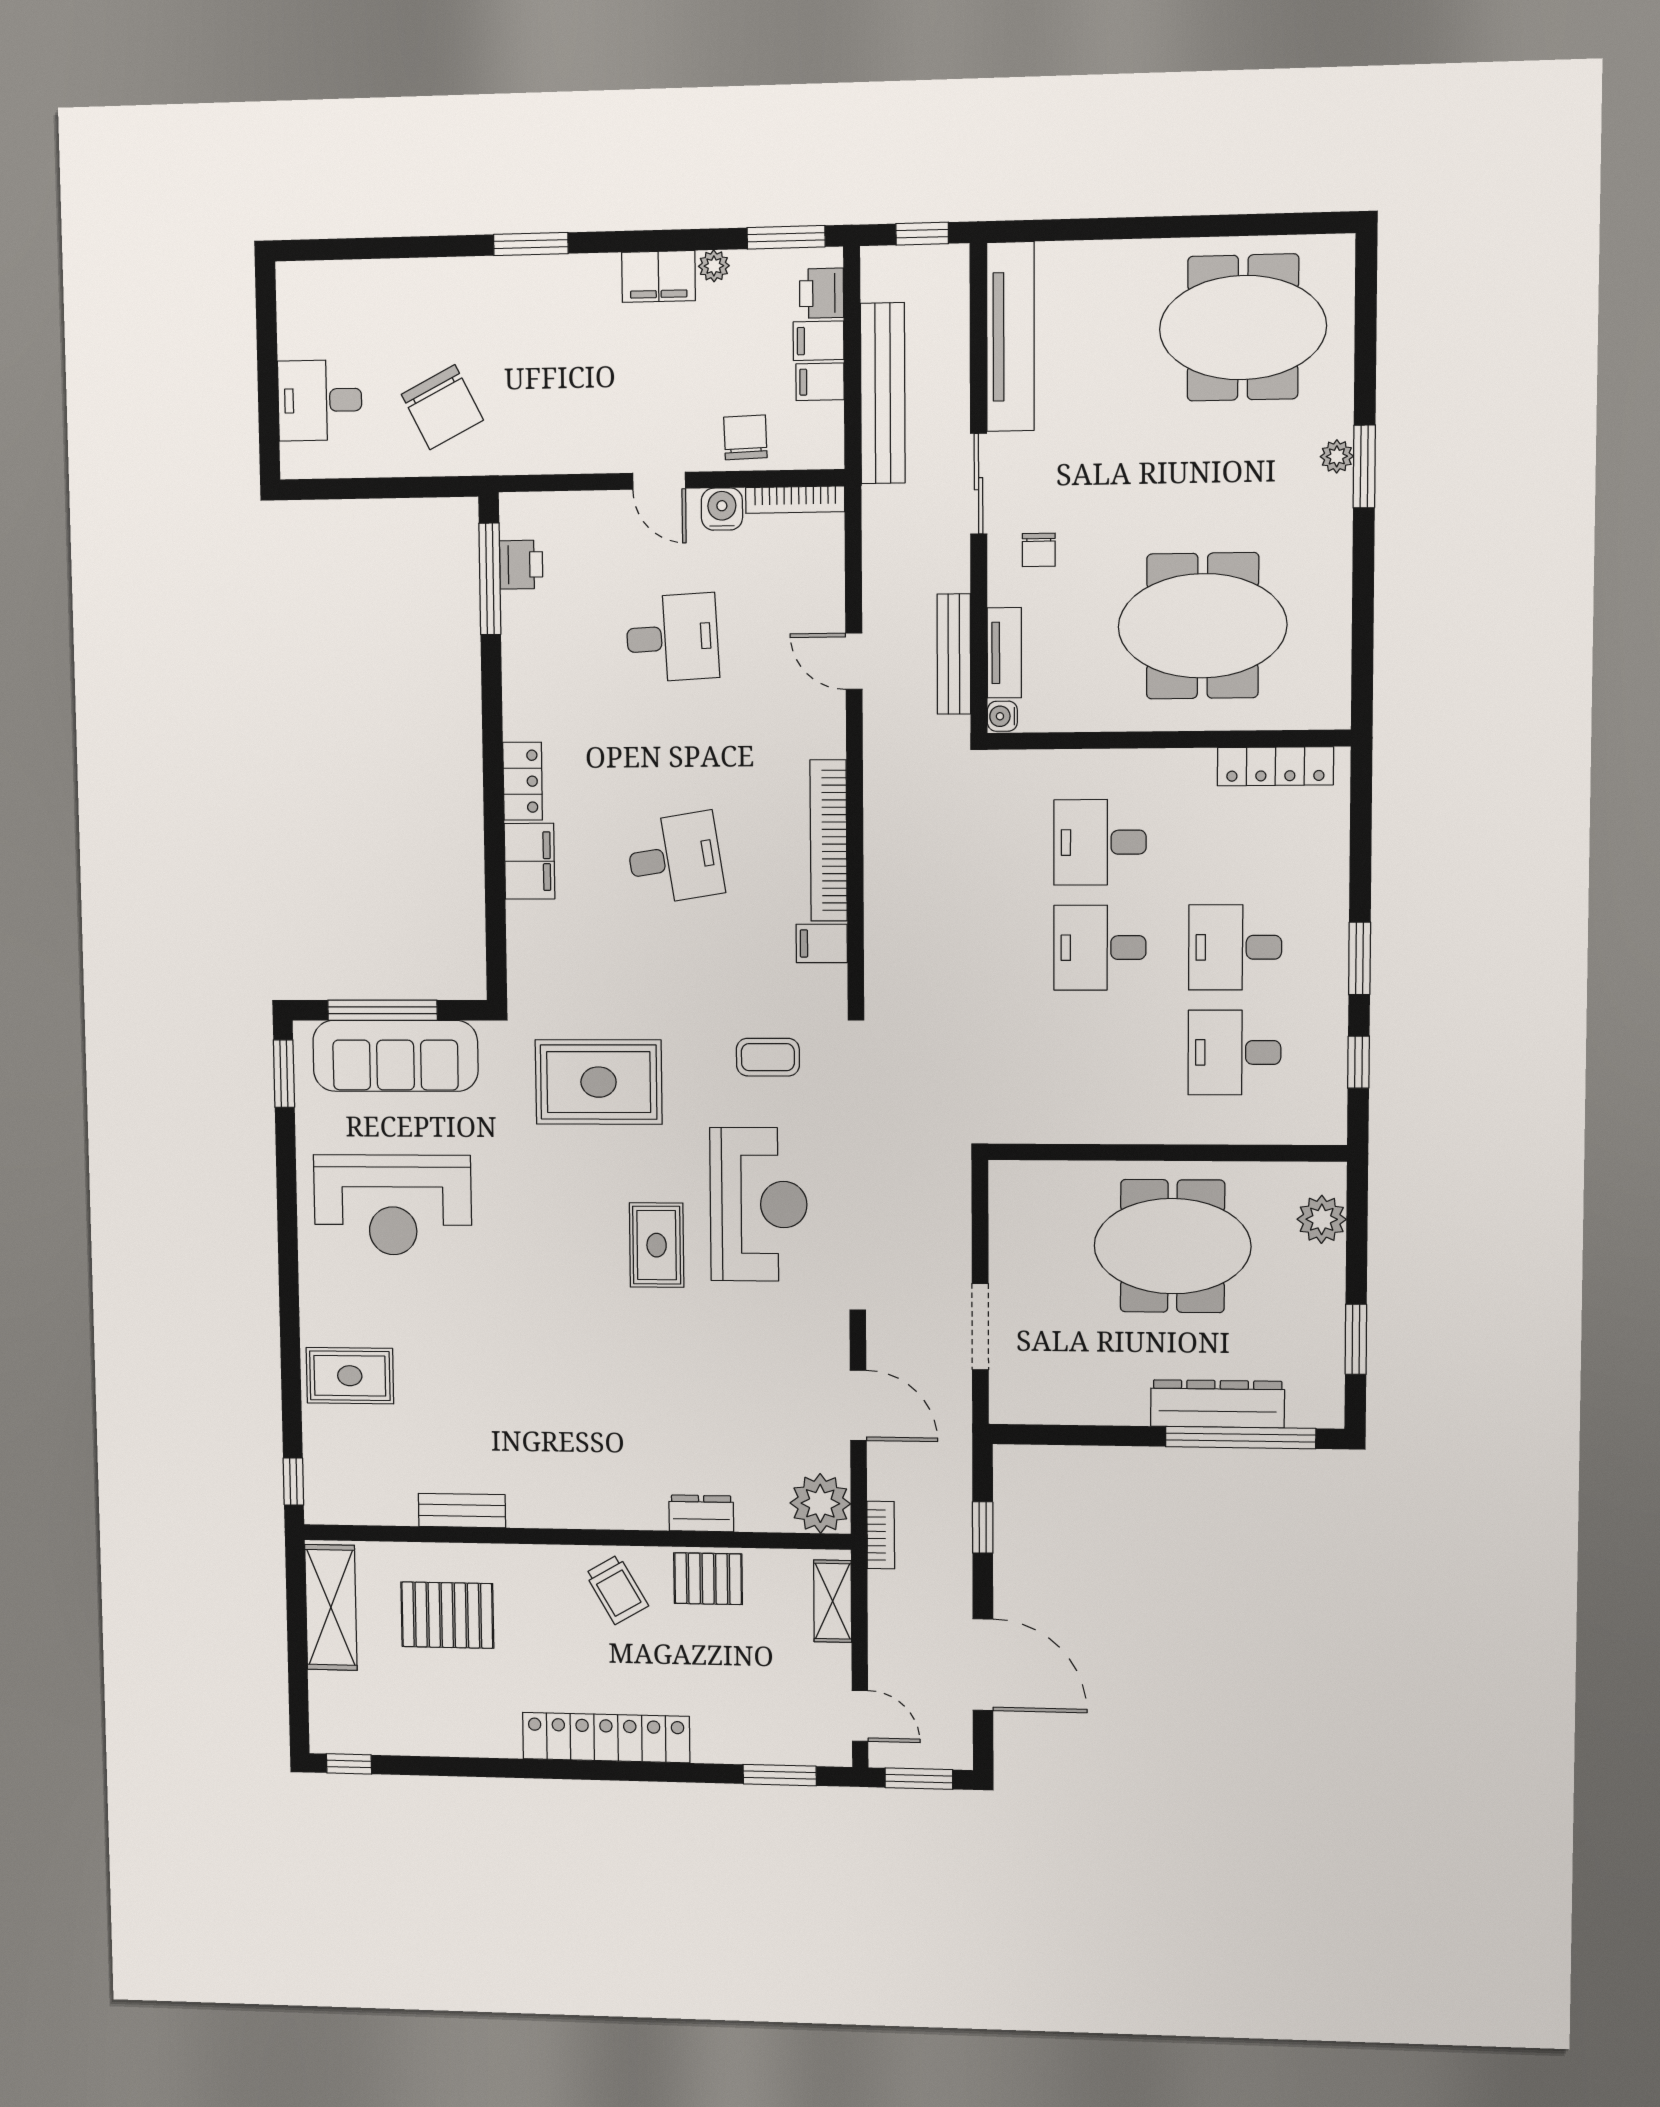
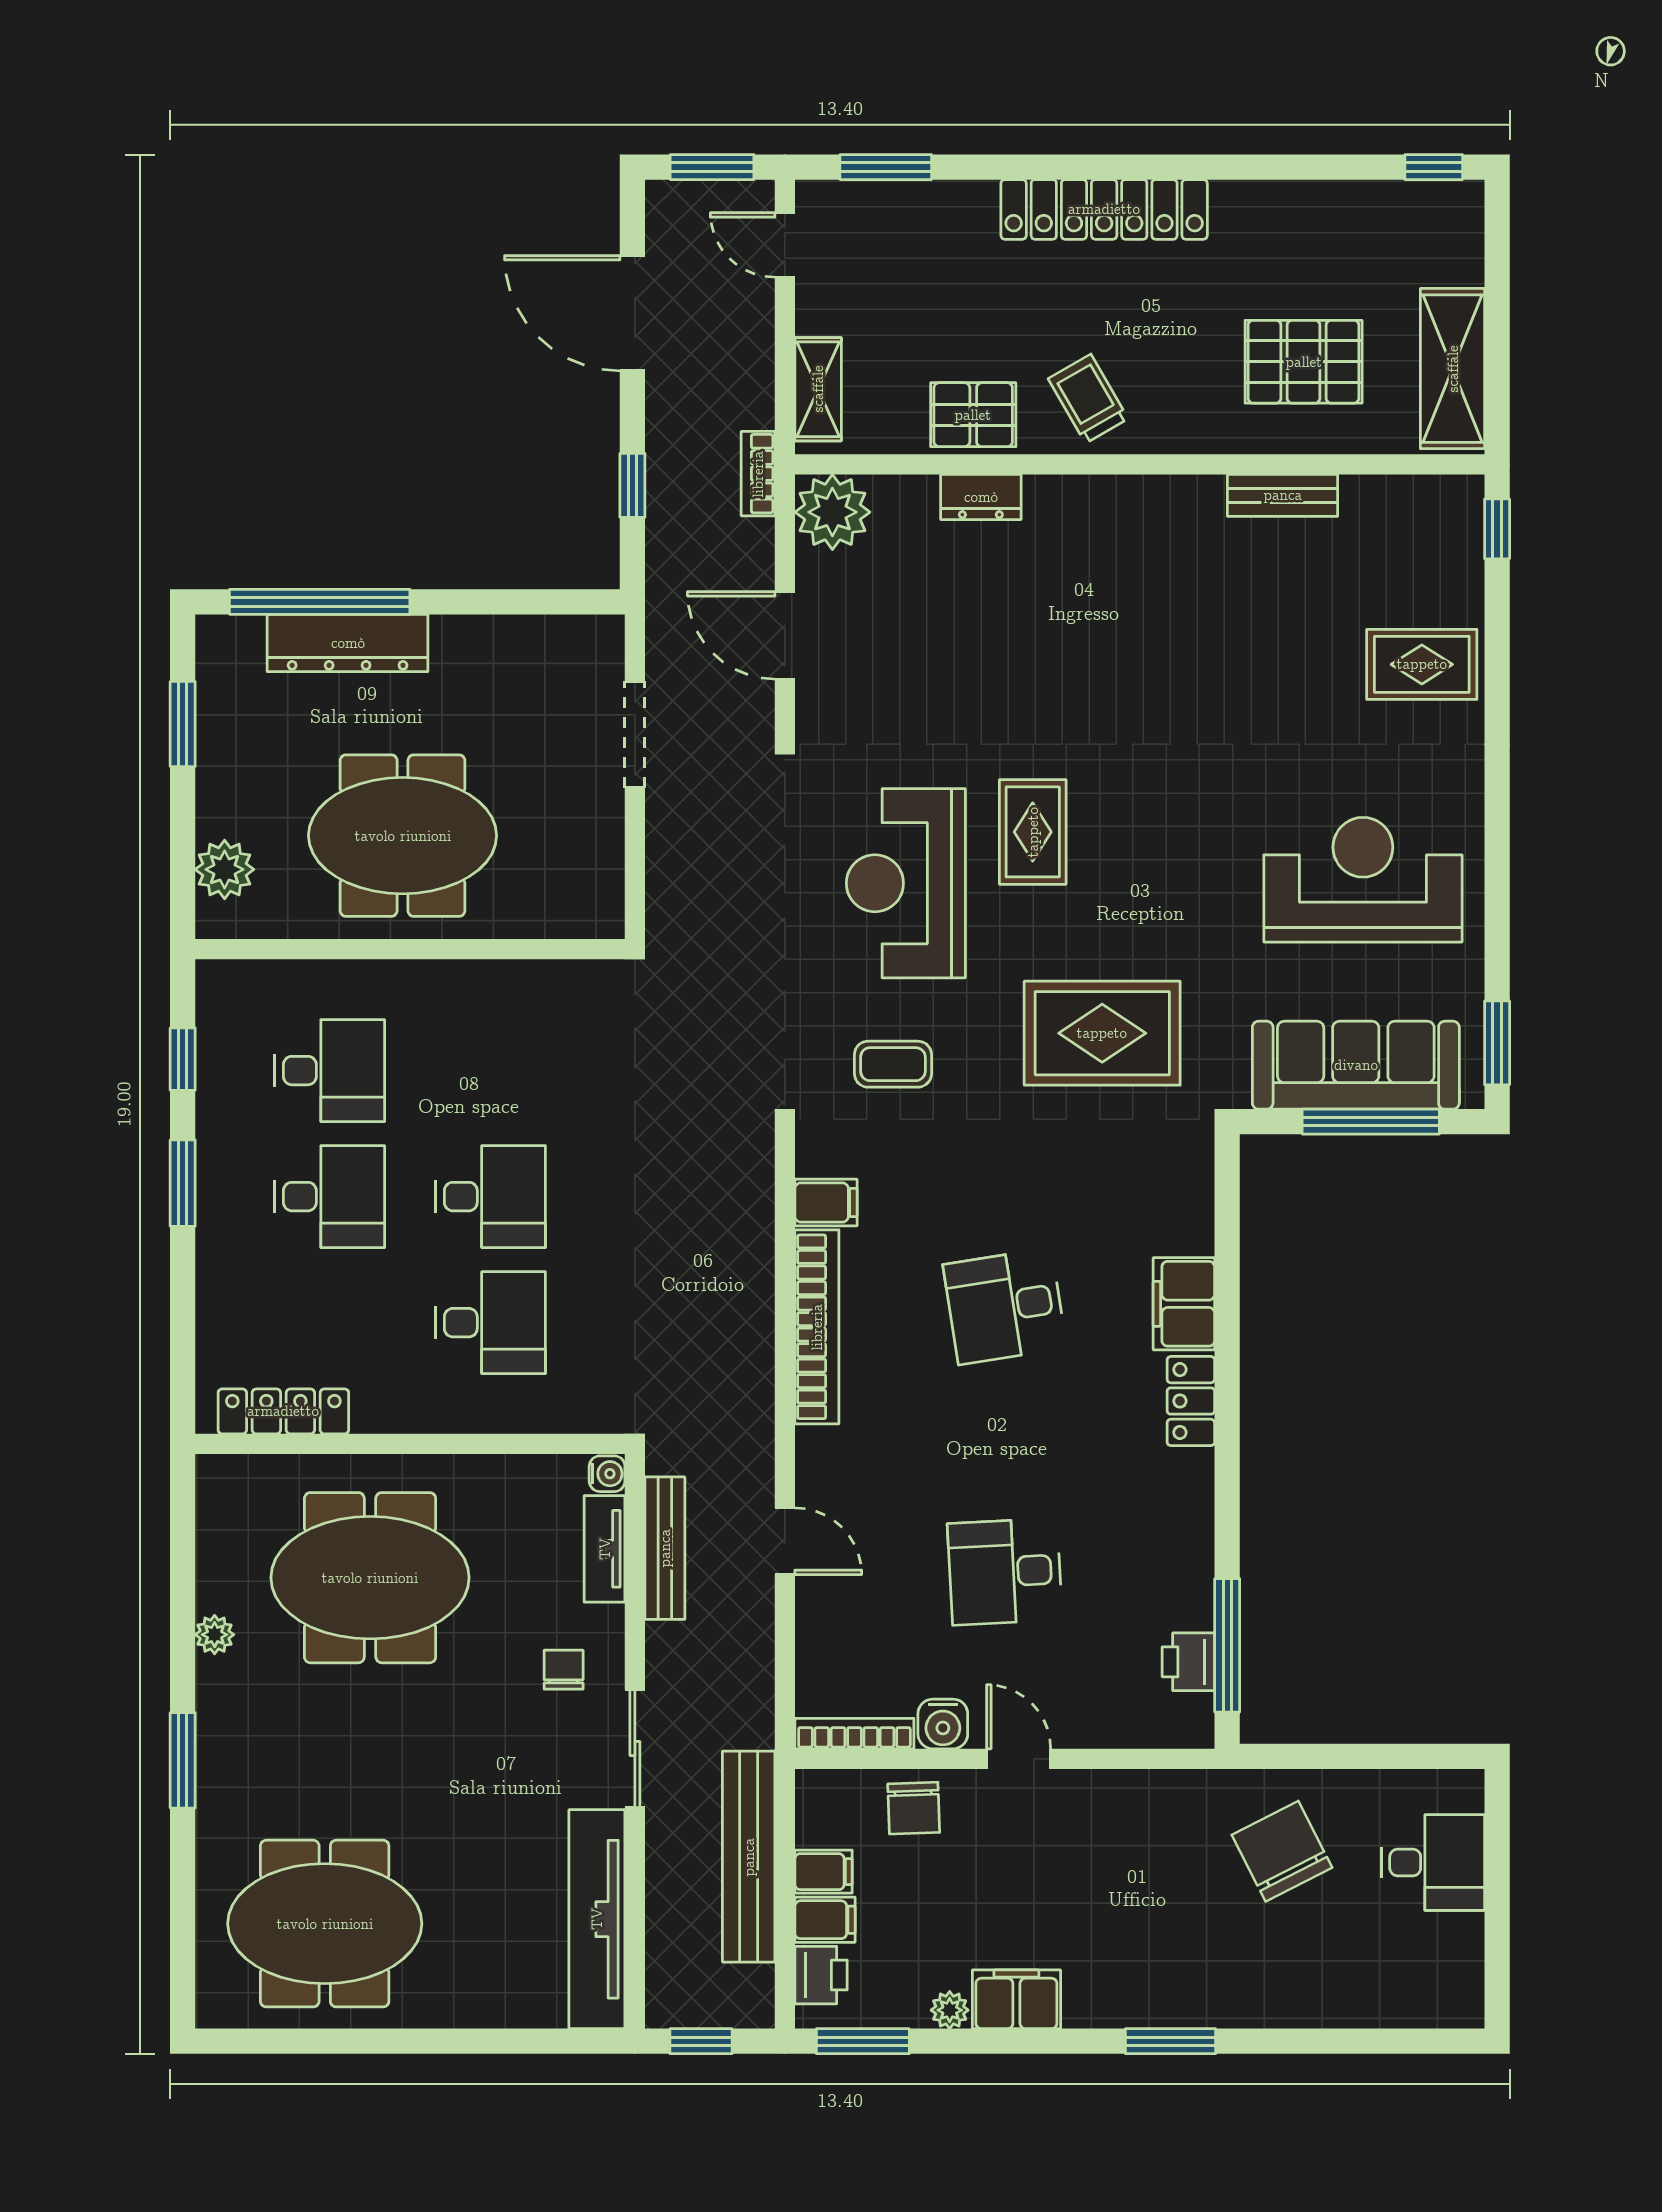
plant: (1337, 456) -> (215, 1635), moved

